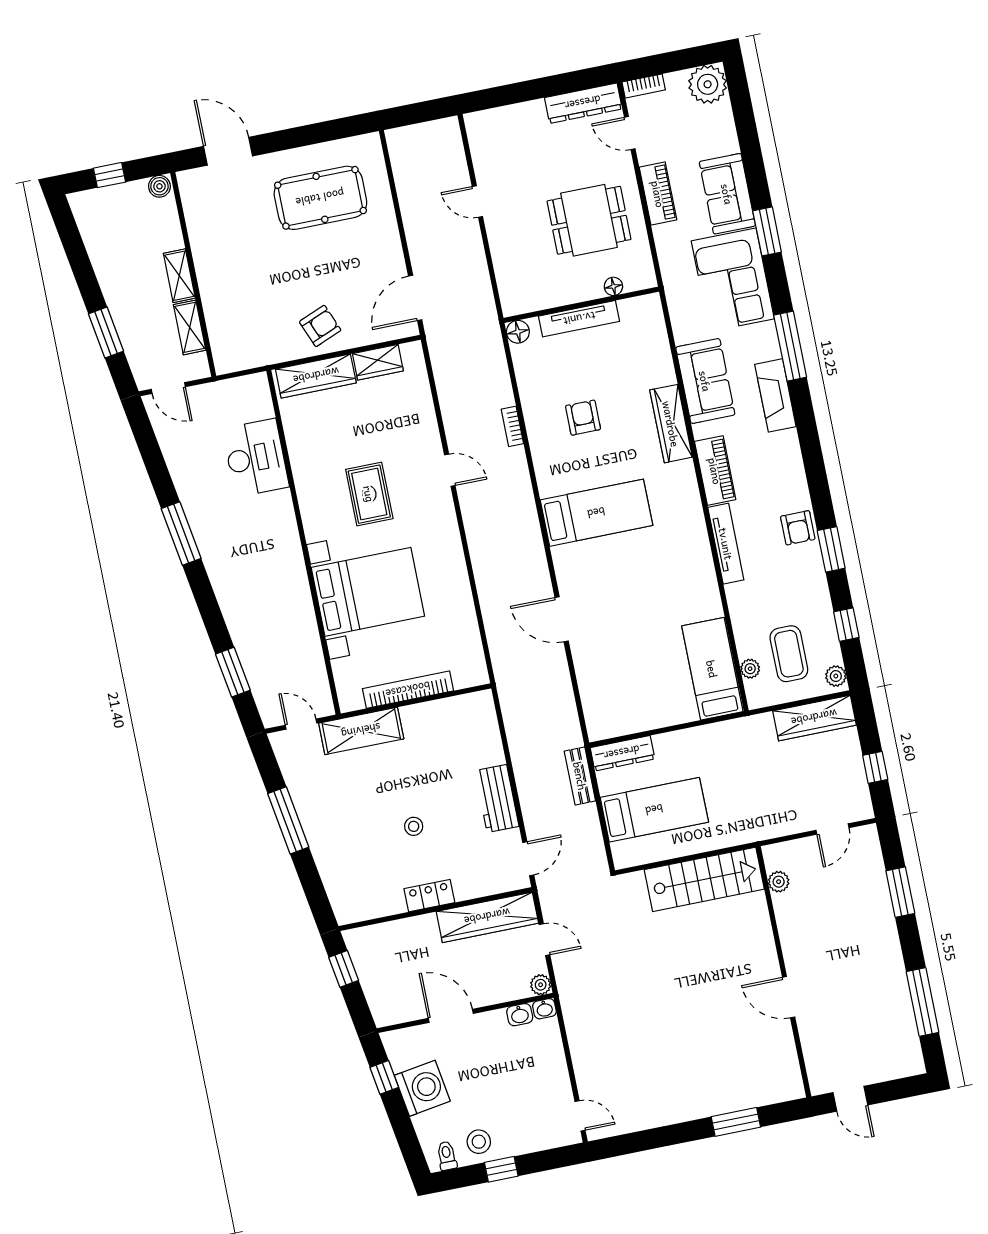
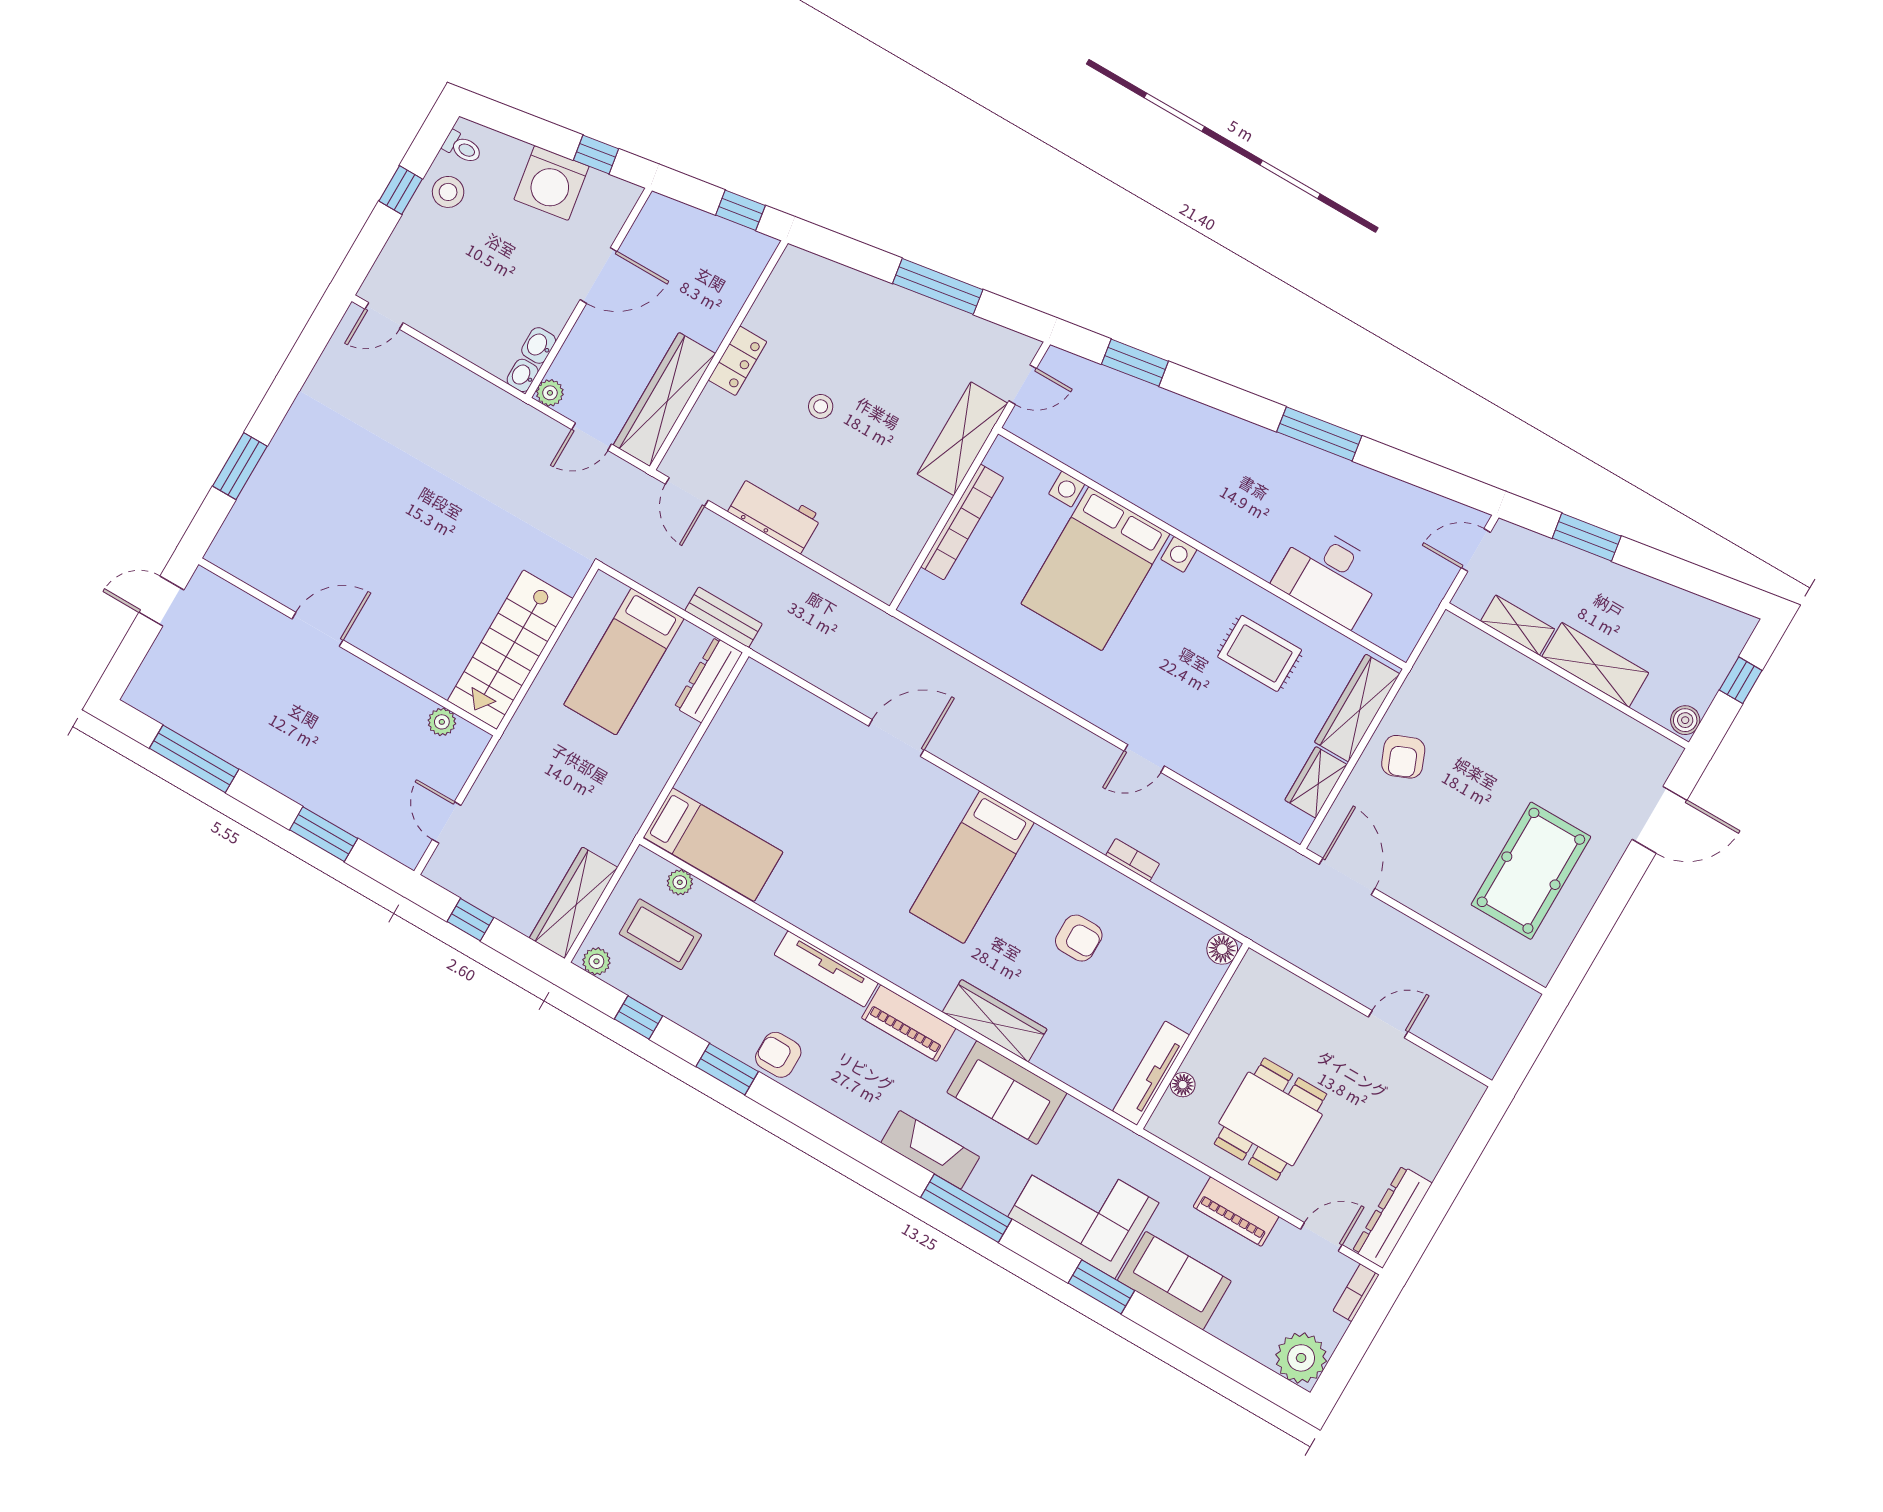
shelving: (179, 276) -> (1595, 665), width x1.50, depth x1.33
tv unit: (579, 319) -> (1151, 1073), moved
rug: (369, 494) -> (1260, 653), moved

